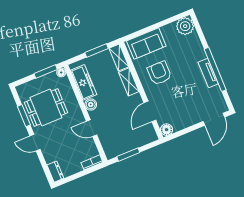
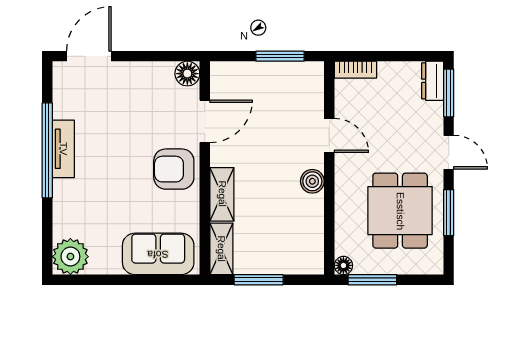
armchair: (159, 73) -> (174, 169), moved, turned 90
freezer: (84, 82) -> (308, 229), removed
dining table: (46, 108) -> (400, 211), turned 90
window: (46, 169) -> (449, 93), added

